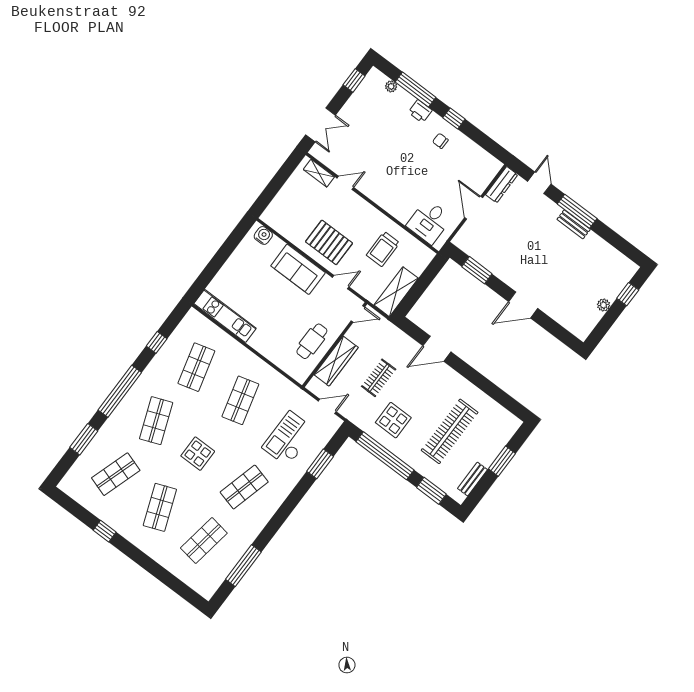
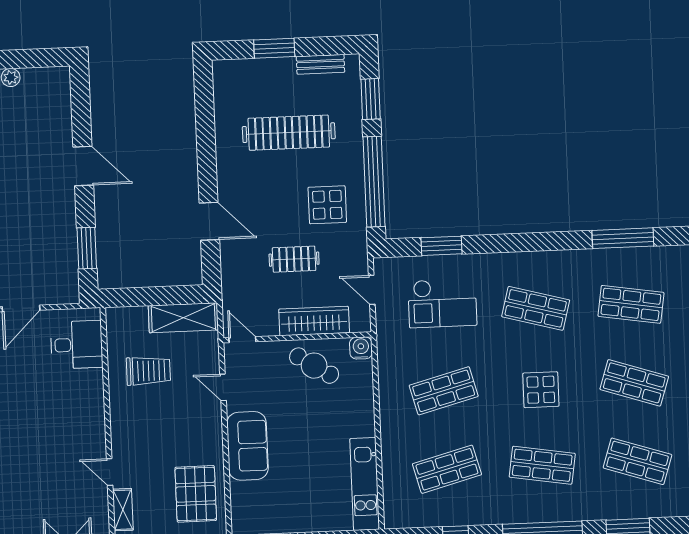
water cooler: (263, 235) -> (361, 348), moved, turned 90
pallet: (329, 242) -> (196, 494), moved
cafe table: (312, 341) -> (314, 366), turned 32
shop shelf: (156, 421) -> (542, 465), turned 30
shop shelf: (160, 507) -> (634, 383), turned 39

